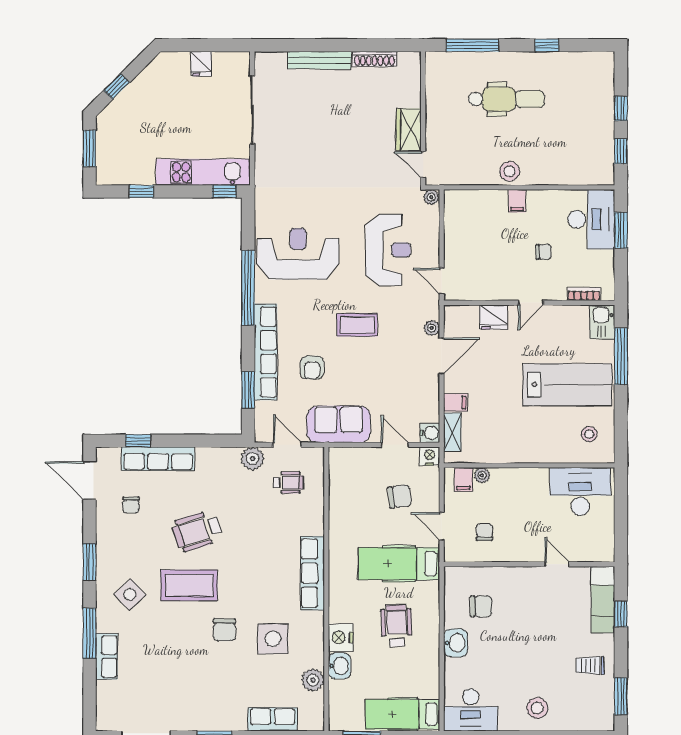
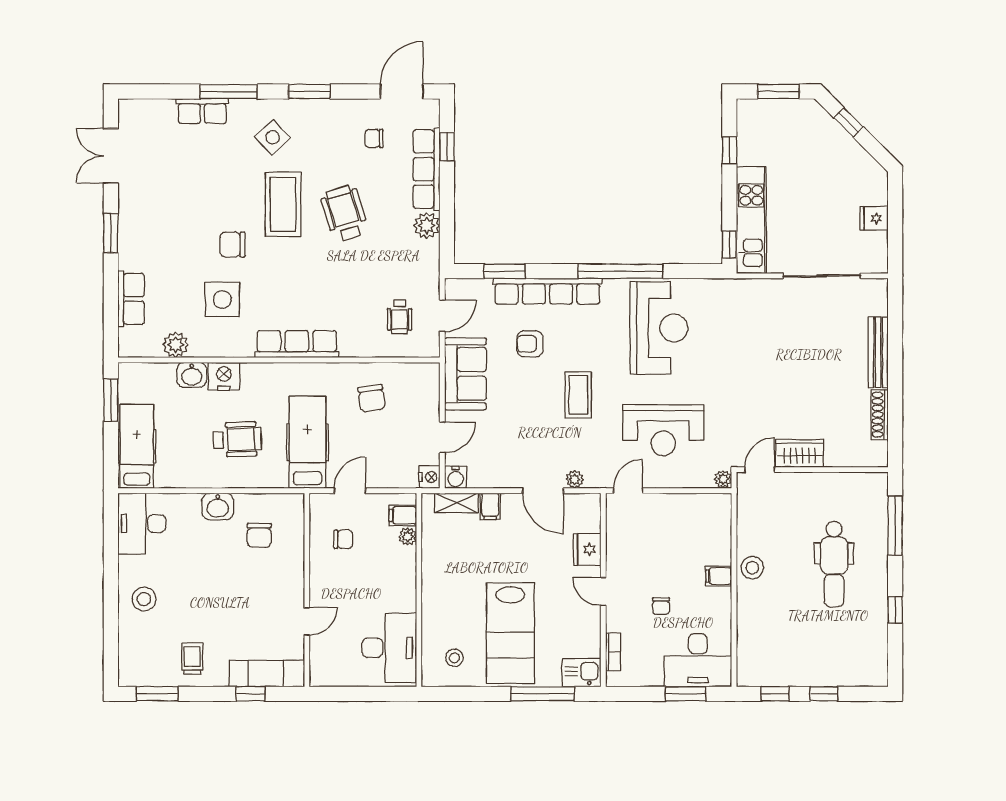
plant: (253, 458) -> (427, 226), moved
chair: (400, 496) -> (372, 398), moved

